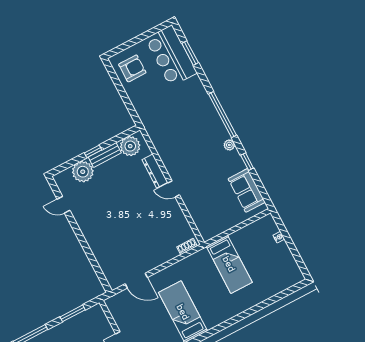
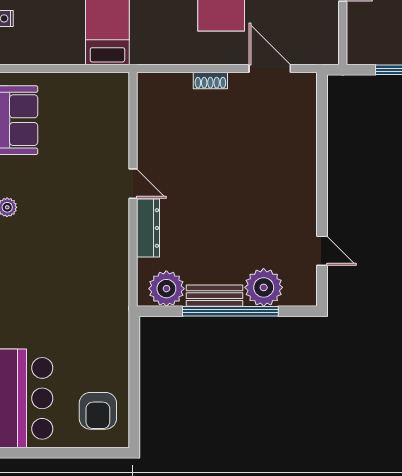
armchair: (132, 68) -> (98, 411), turned -90
window: (93, 151) -> (230, 311), width x3.17
shoe rack: (187, 247) -> (210, 81), moved

